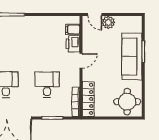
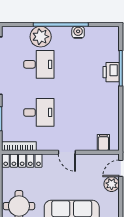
printer: (73, 44) -> (111, 72), moved, turned -90

